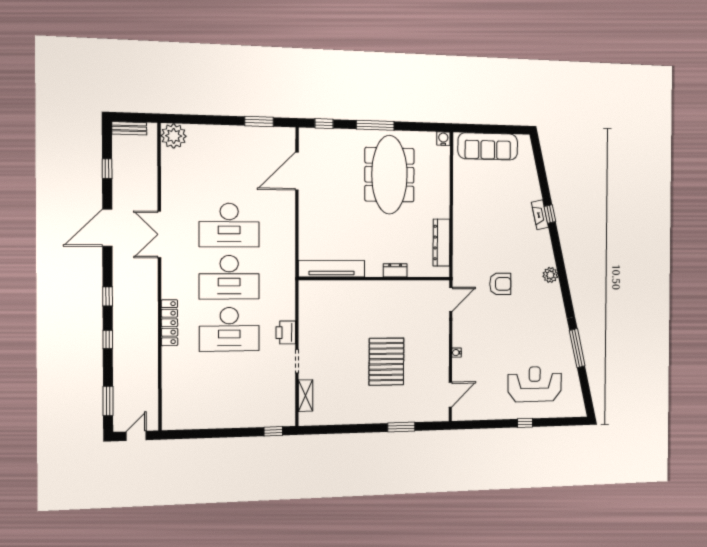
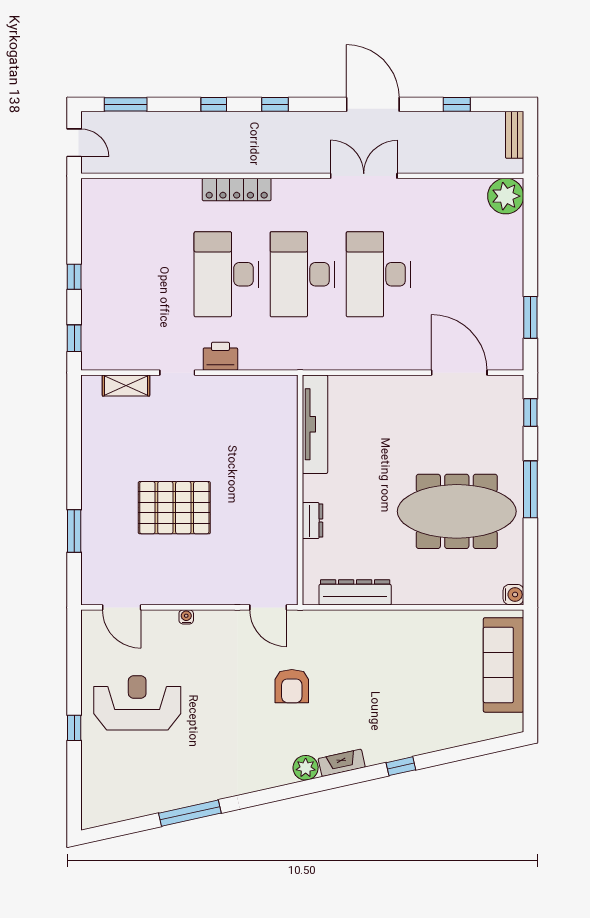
fireplace: (540, 215) -> (342, 763), moved
reception desk: (535, 384) -> (137, 703), moved, turned -90
window: (231, 433) -> (74, 277), added

